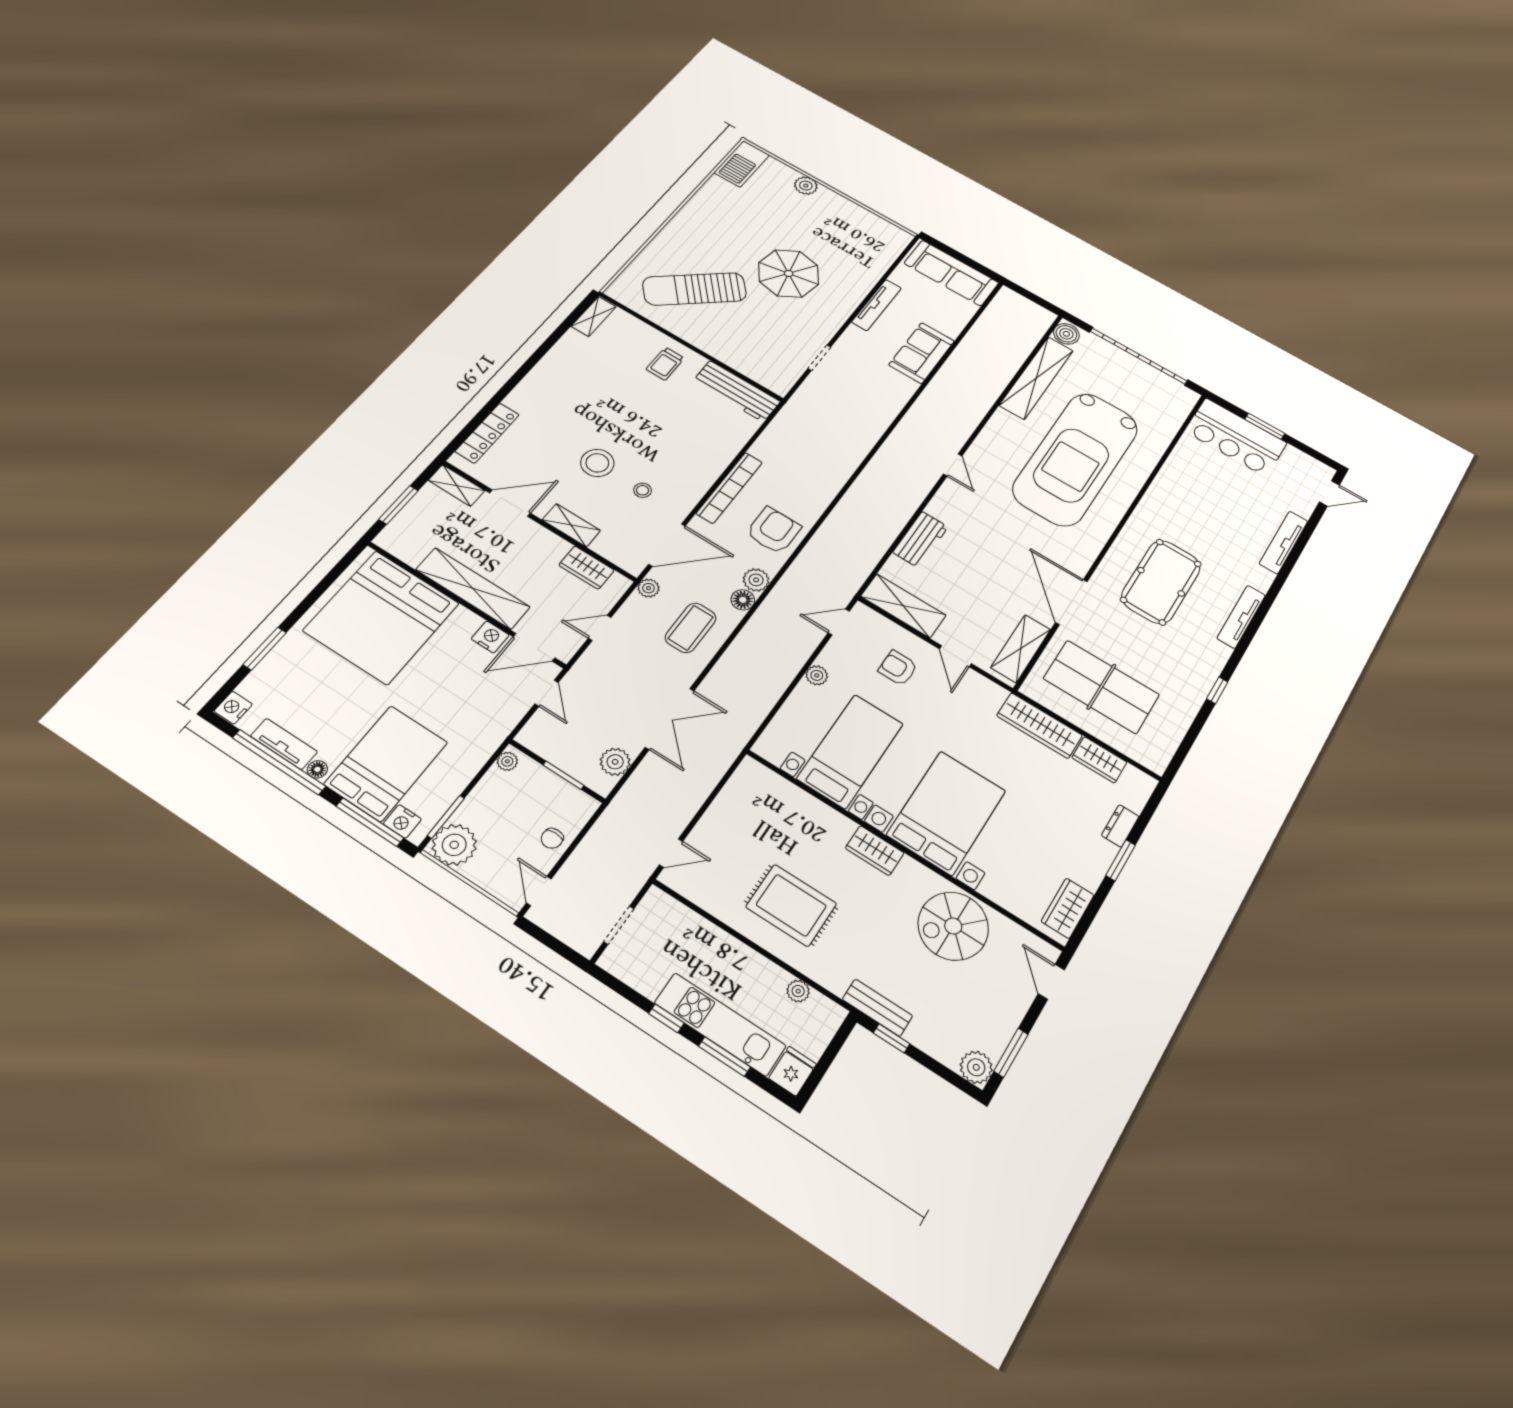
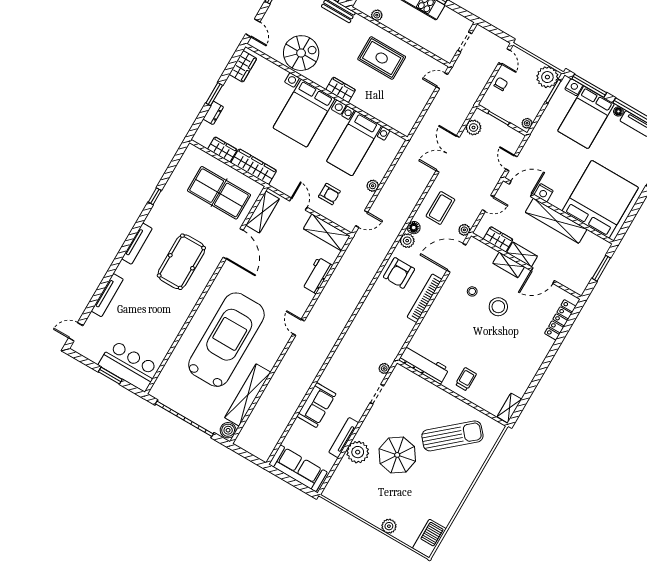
plant: (854, 284) -> (358, 452), added
plant: (806, 392) -> (384, 368), added
shelving: (456, 485) -> (522, 254), moved

